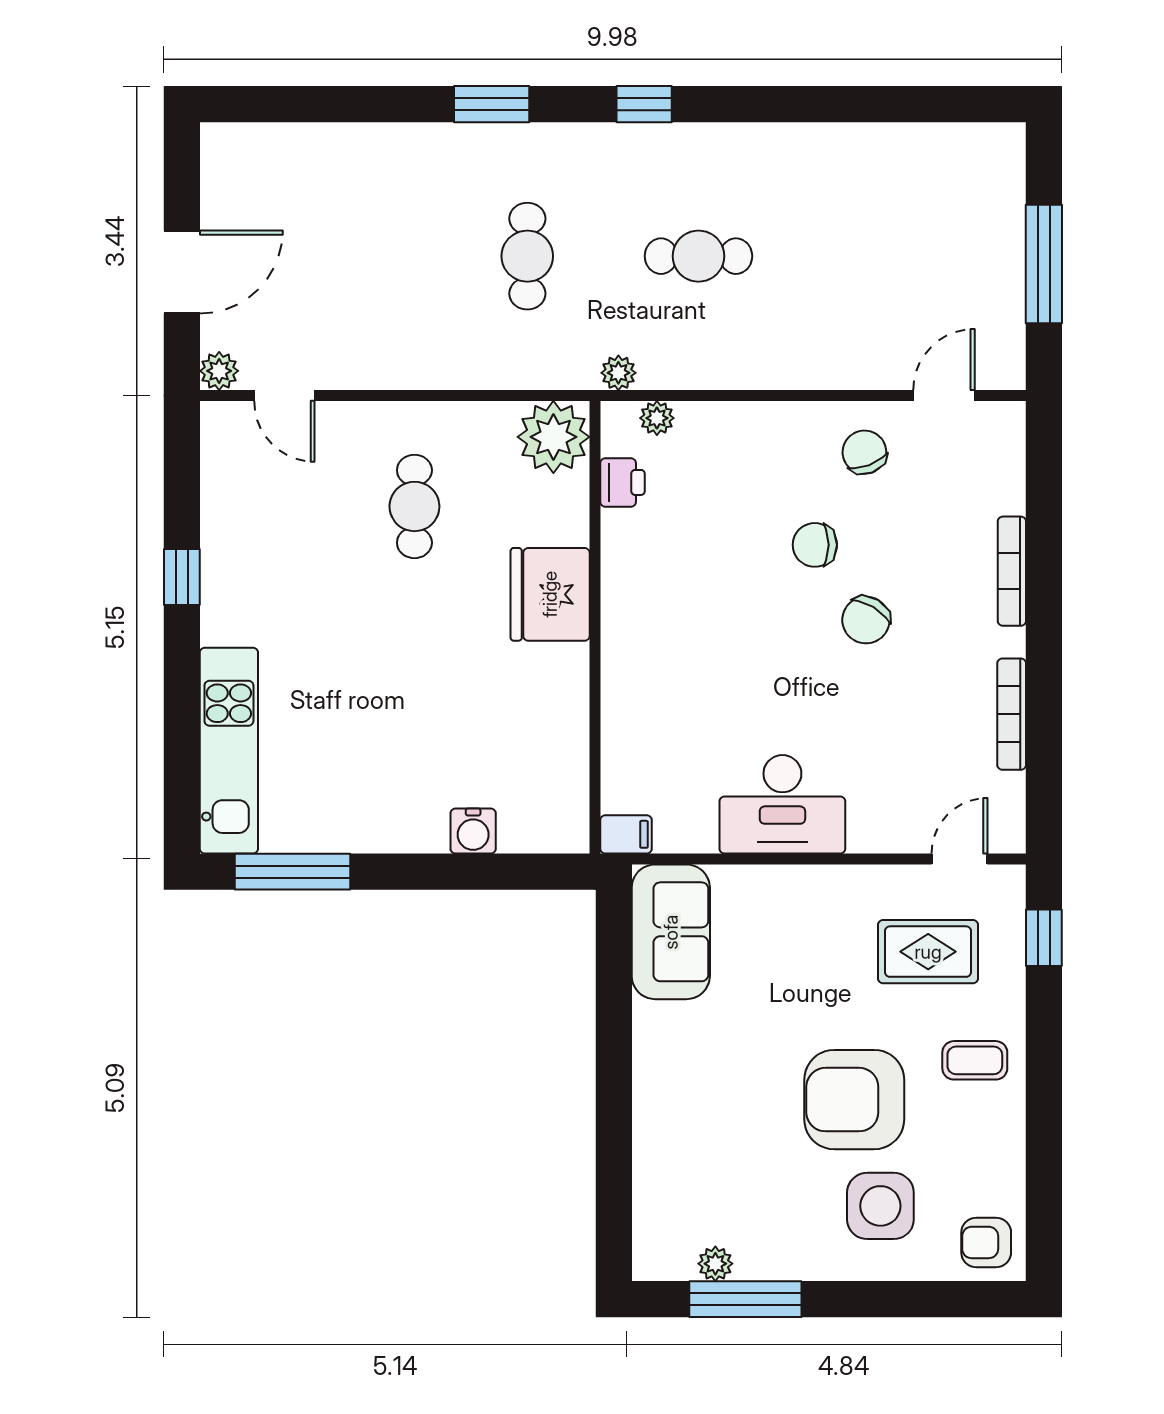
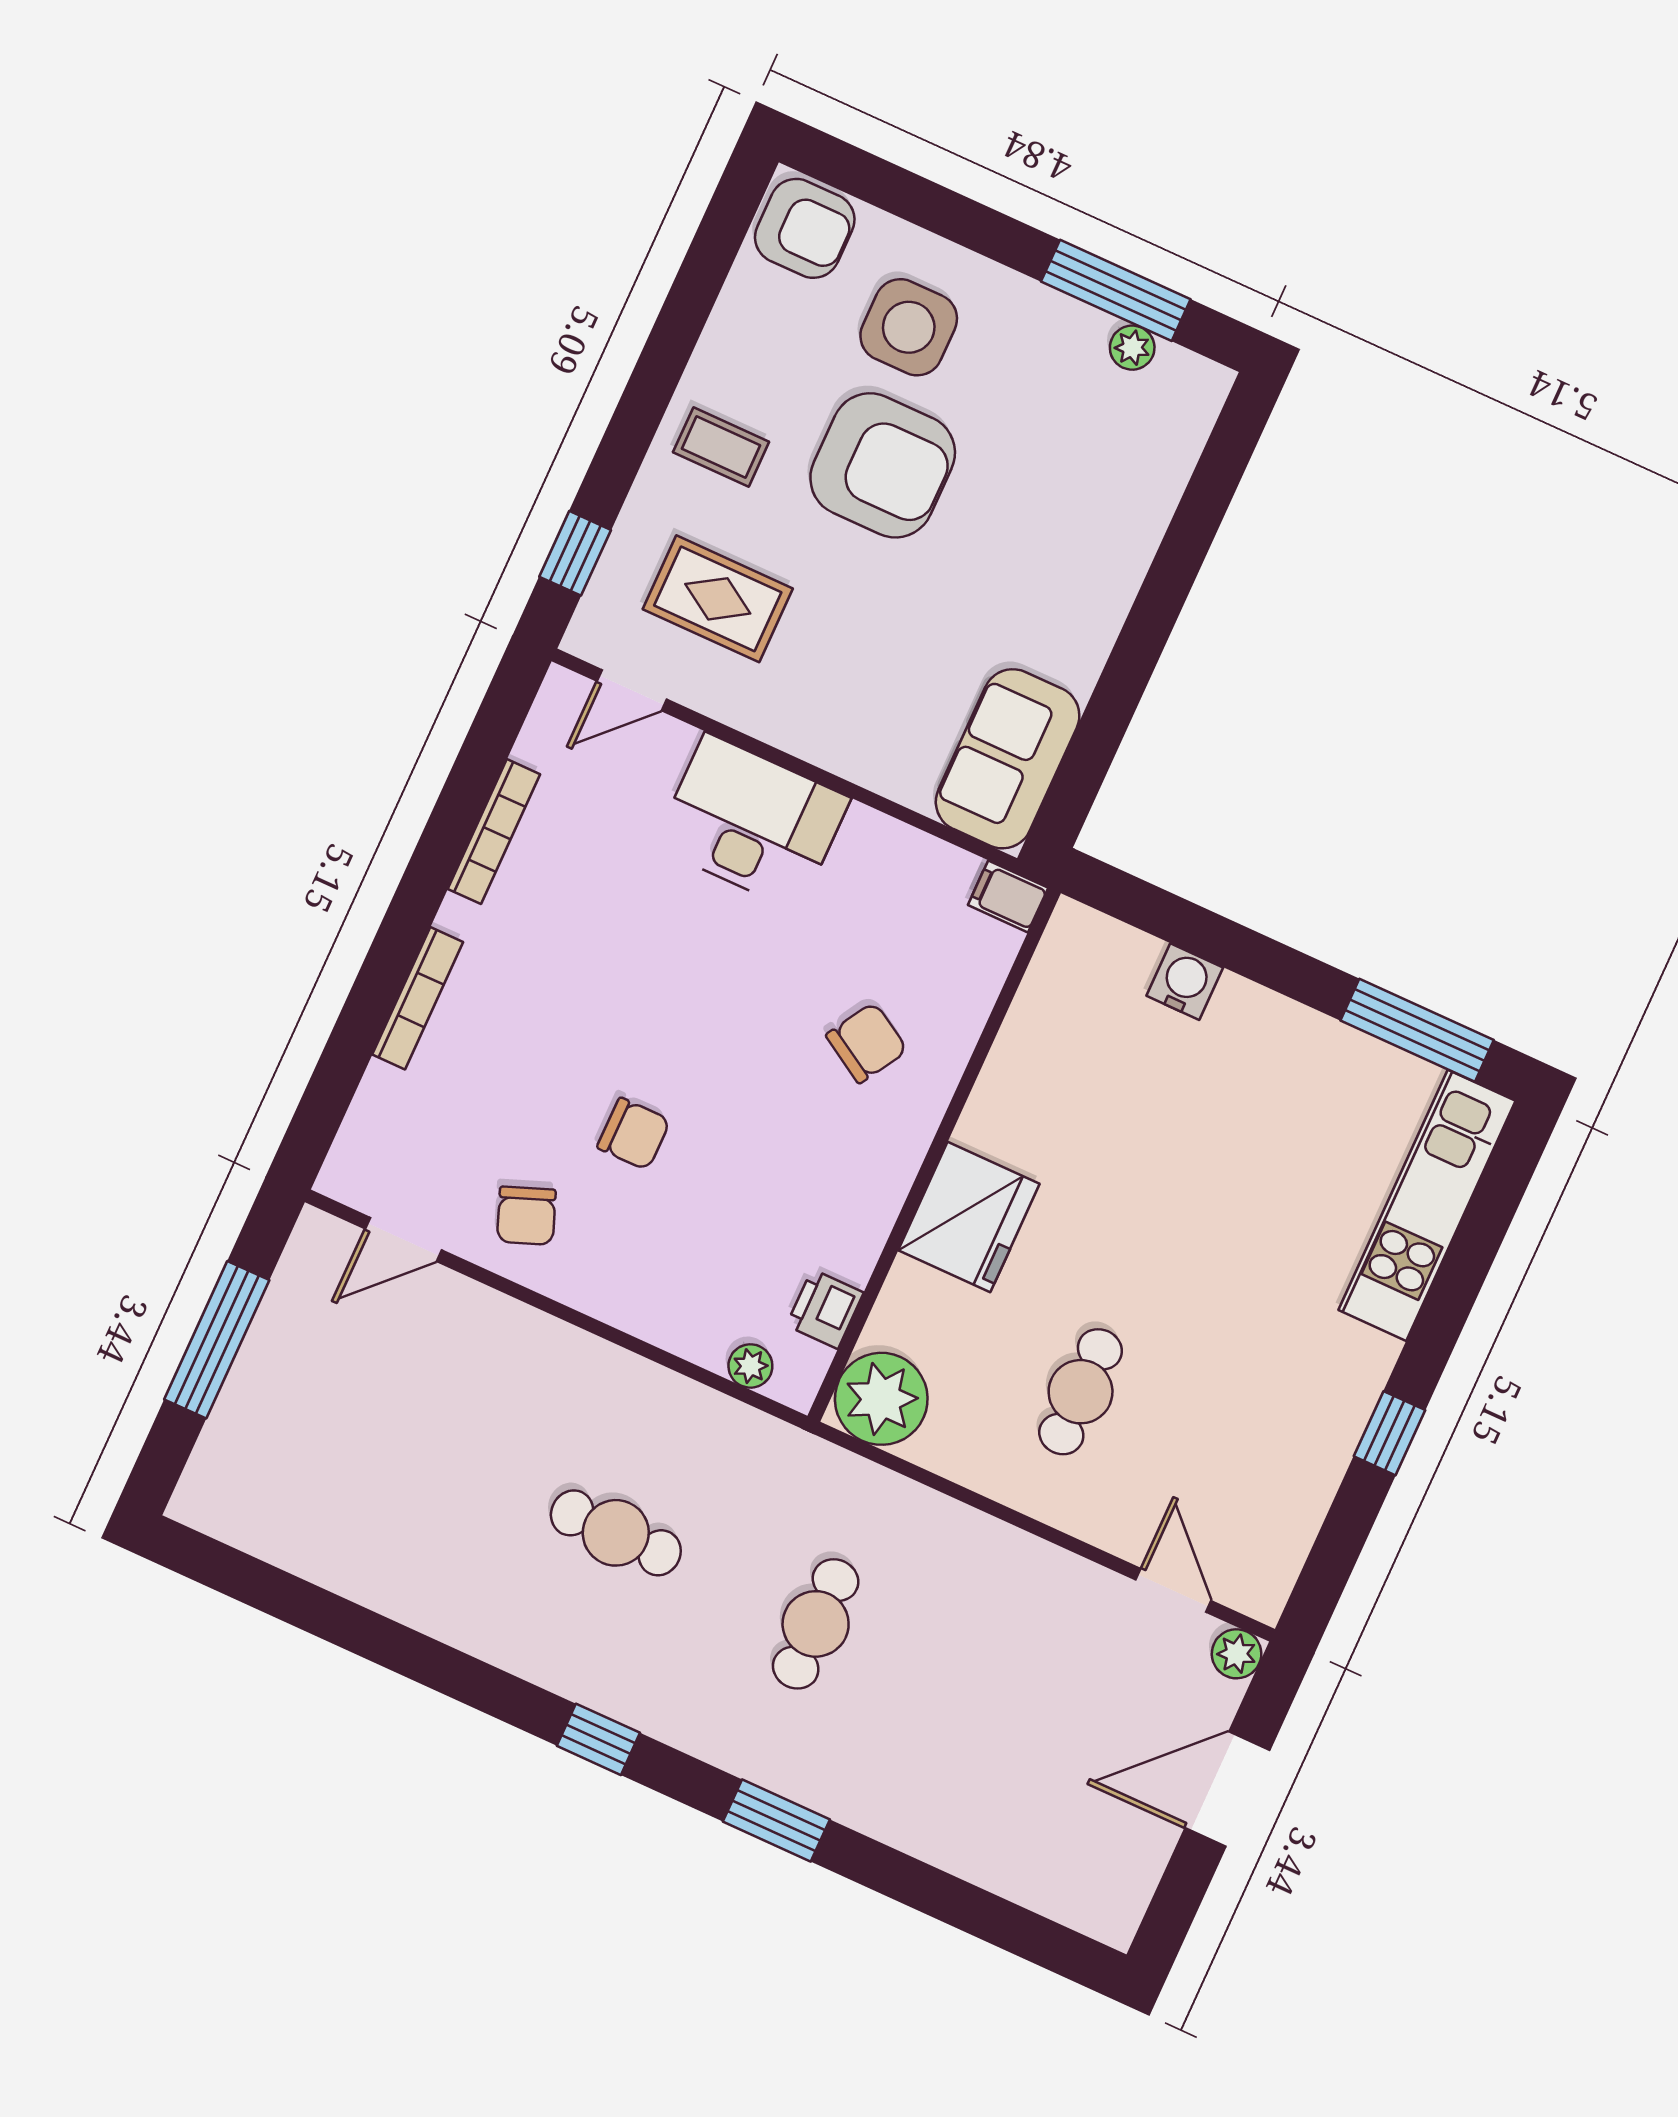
plant: (618, 373) -> (771, 1439), removed
chair: (866, 620) -> (867, 1043), moved
desk: (782, 804) -> (752, 822), moved
armchair: (986, 1242) -> (805, 228), width x1.38, depth x1.38

